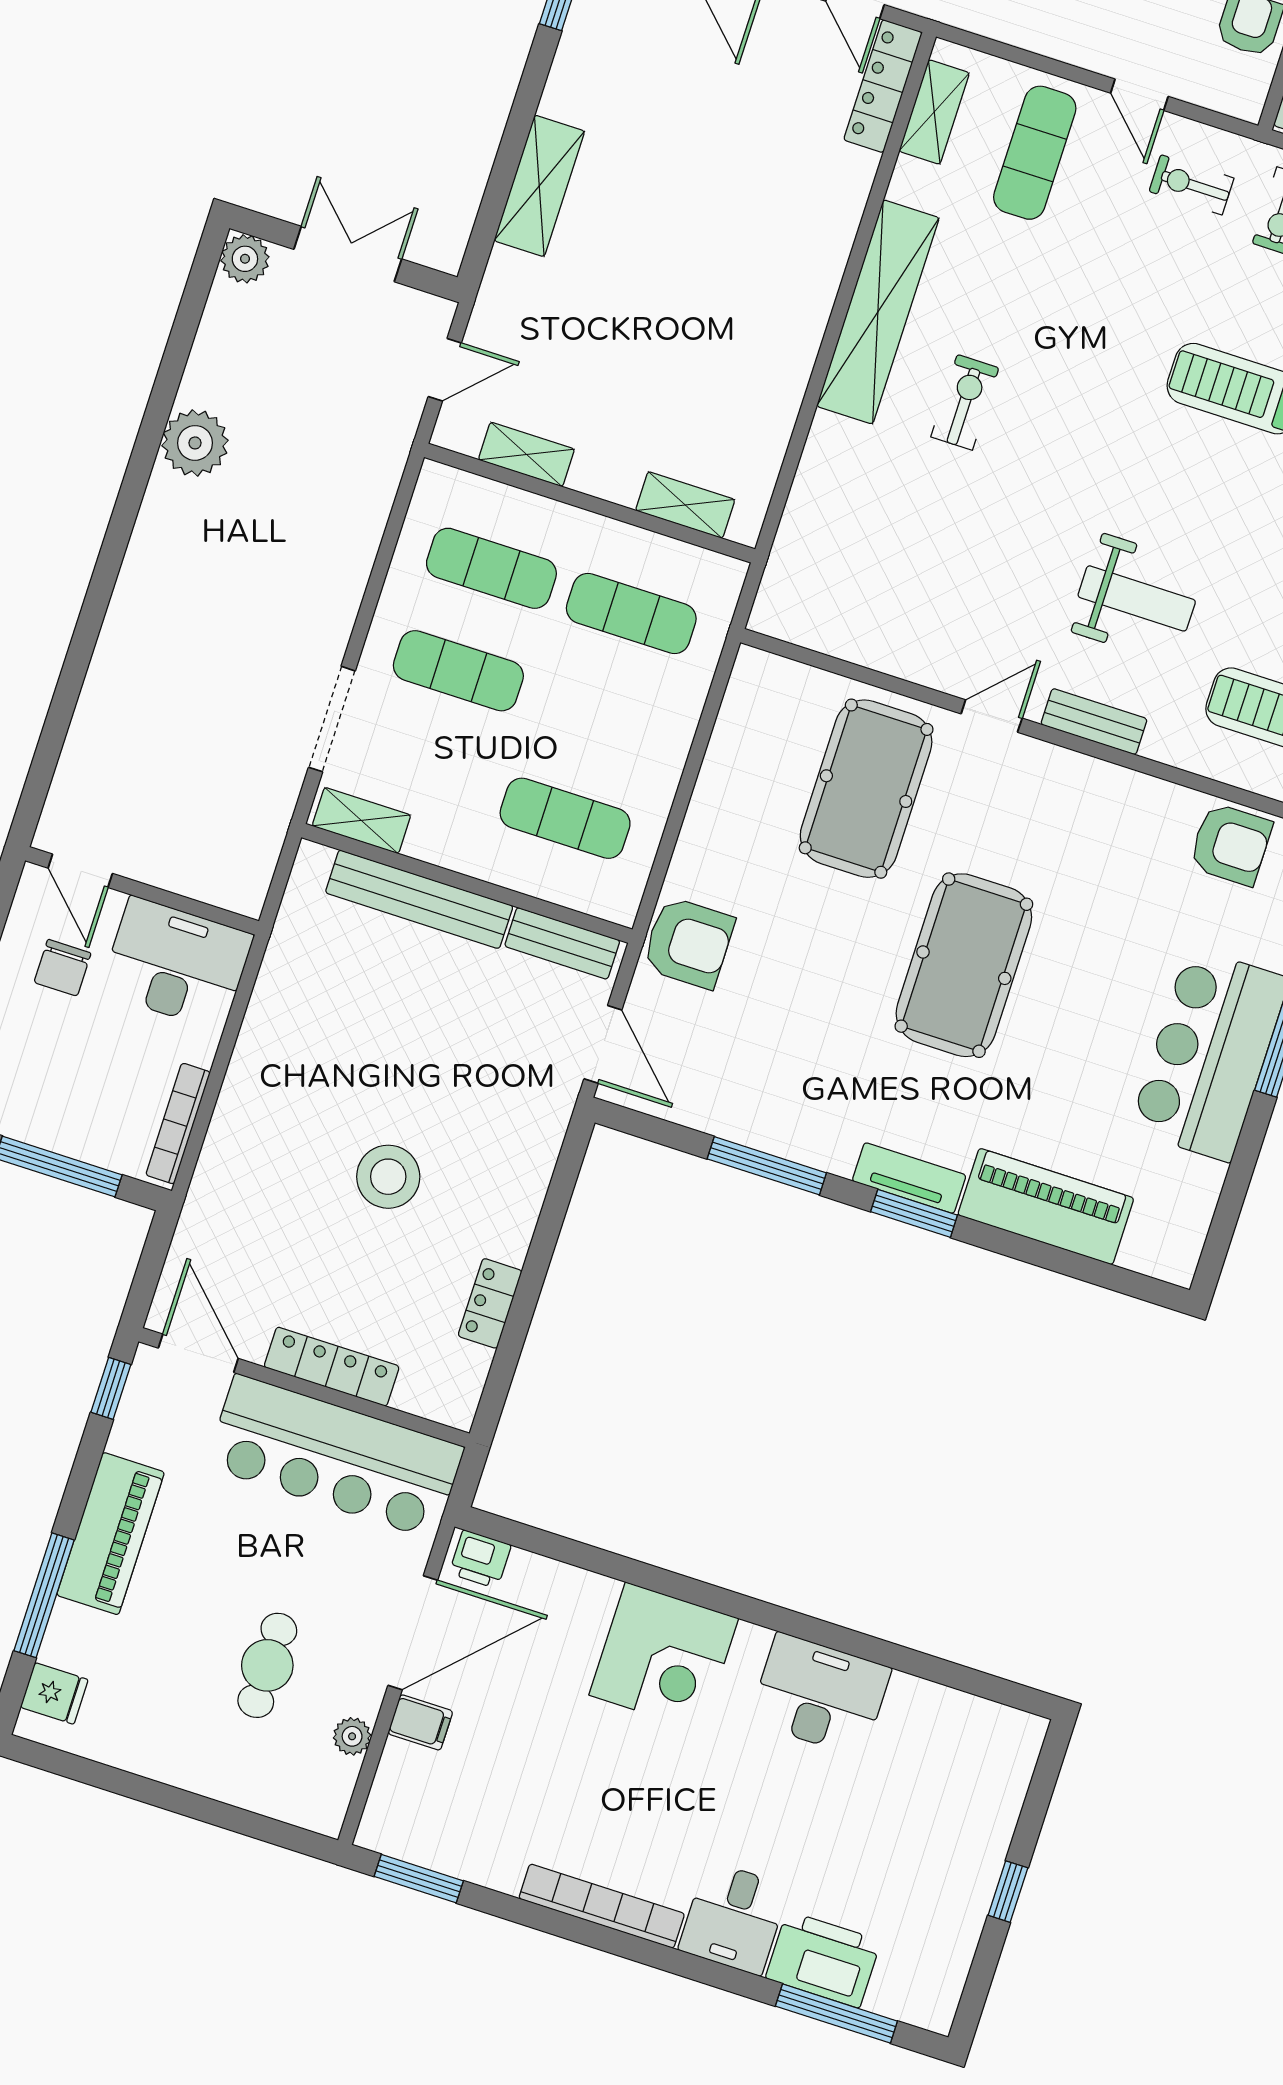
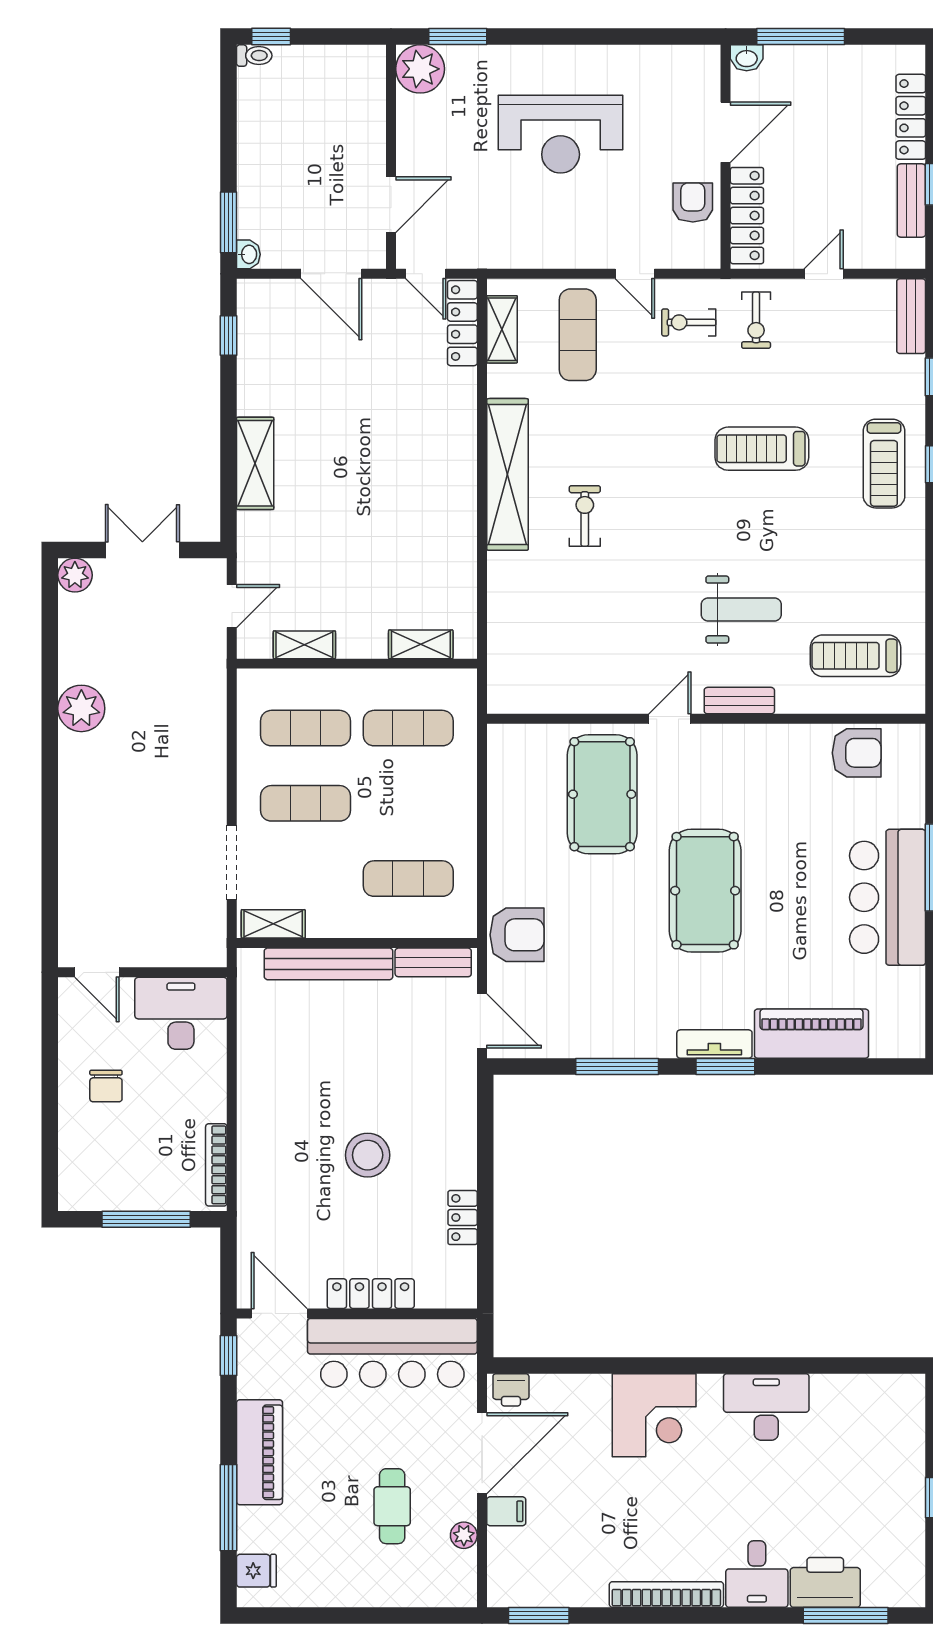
door: (80, 871) -> (97, 972), moved
wall: (142, 891) -> (142, 972), moved
desk: (177, 964) -> (181, 1013), moved

